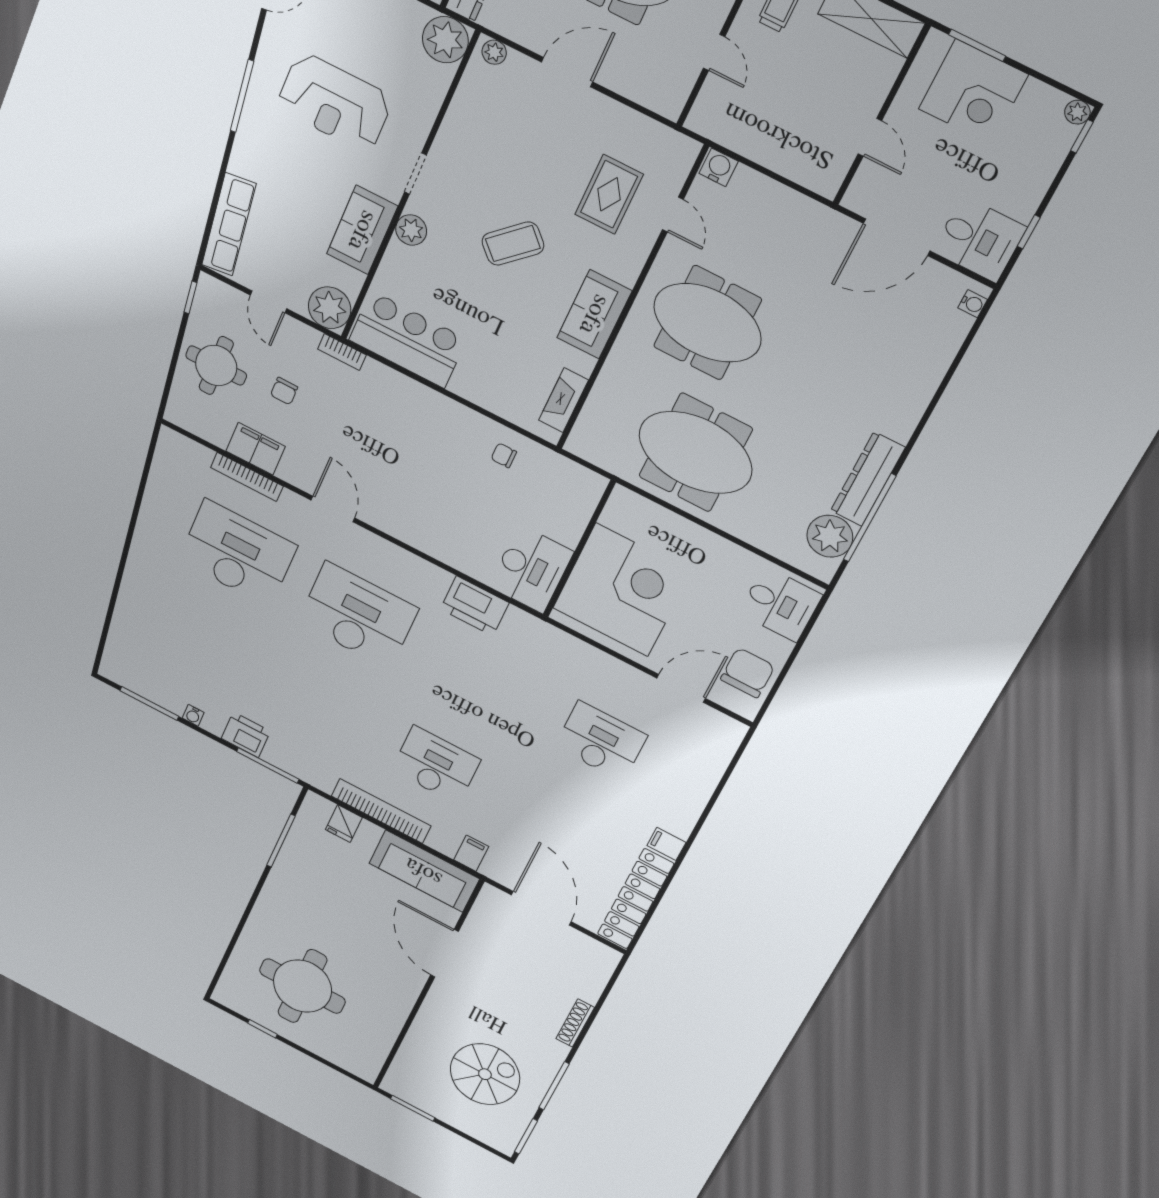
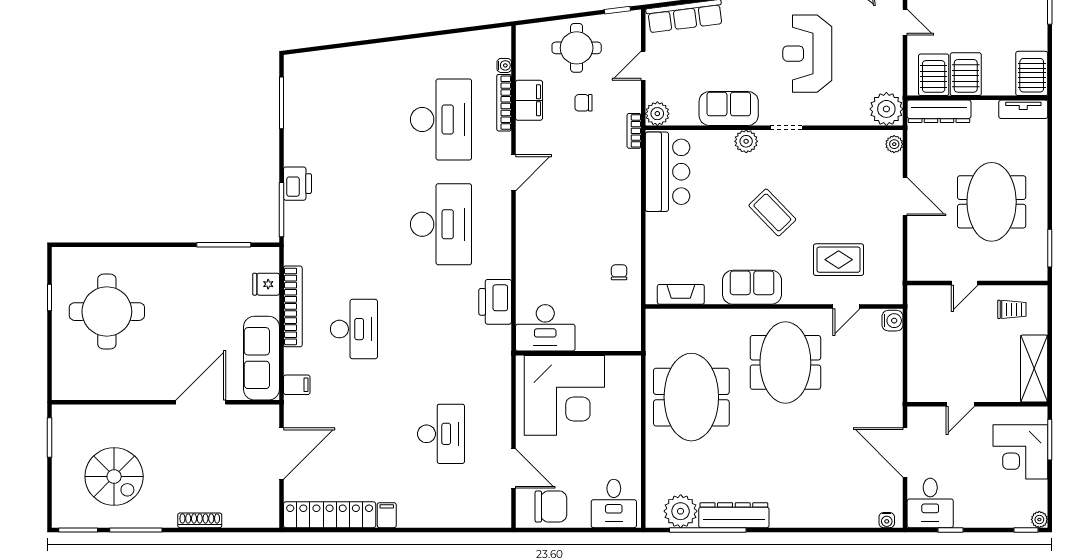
plant: (330, 308) -> (657, 114), width x0.73, depth x0.73
water cooler: (193, 715) -> (504, 65), moved, turned 180

